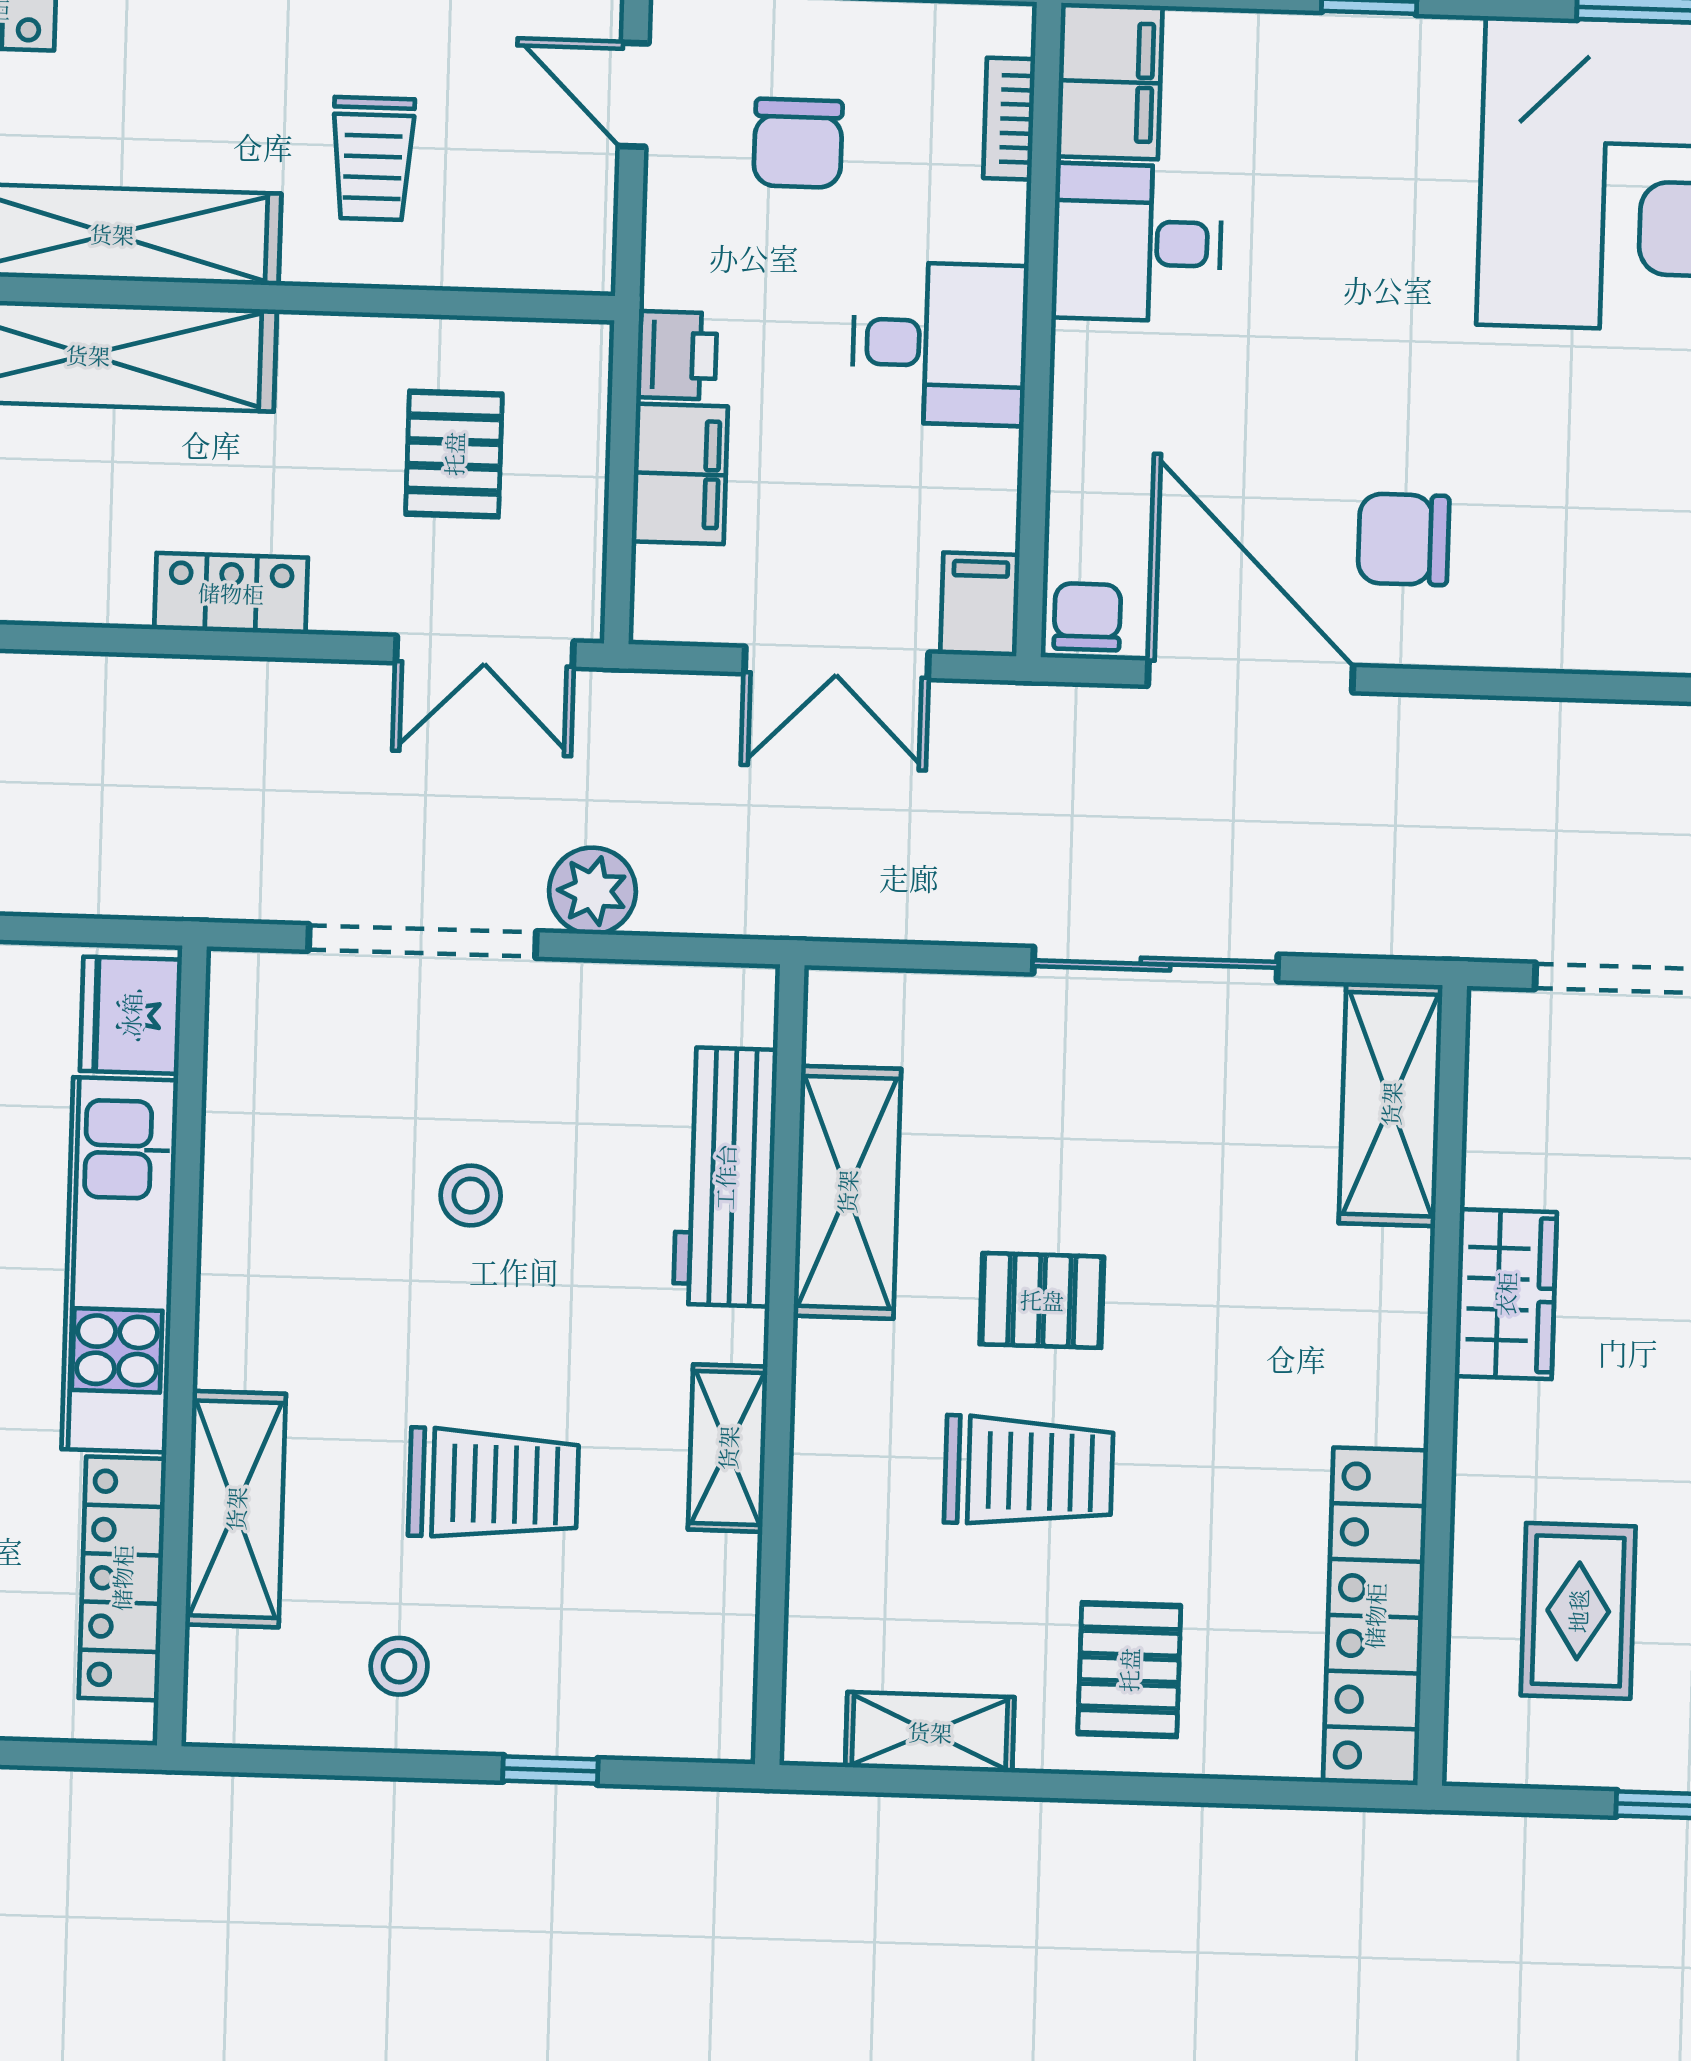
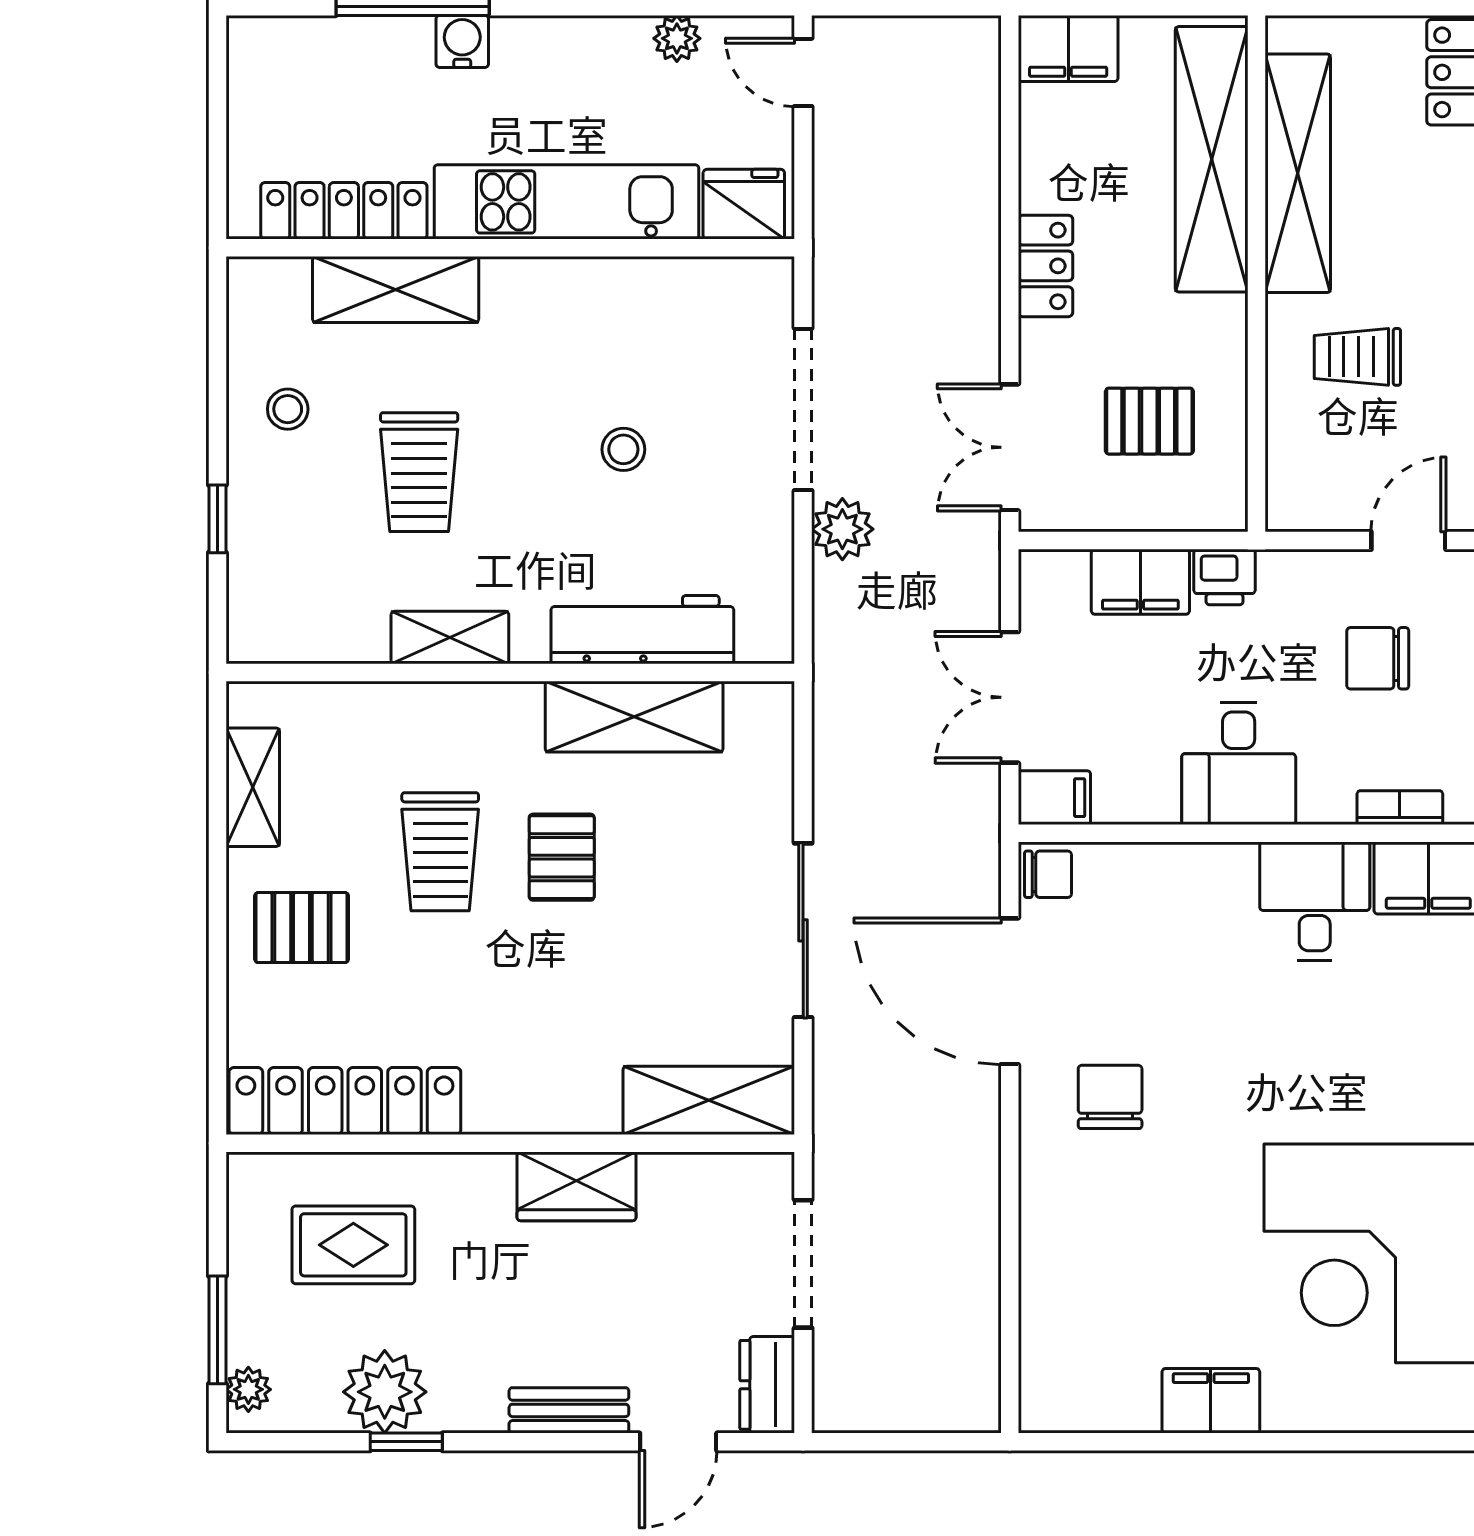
door: (1250, 676) -> (1010, 991), swing flipped

